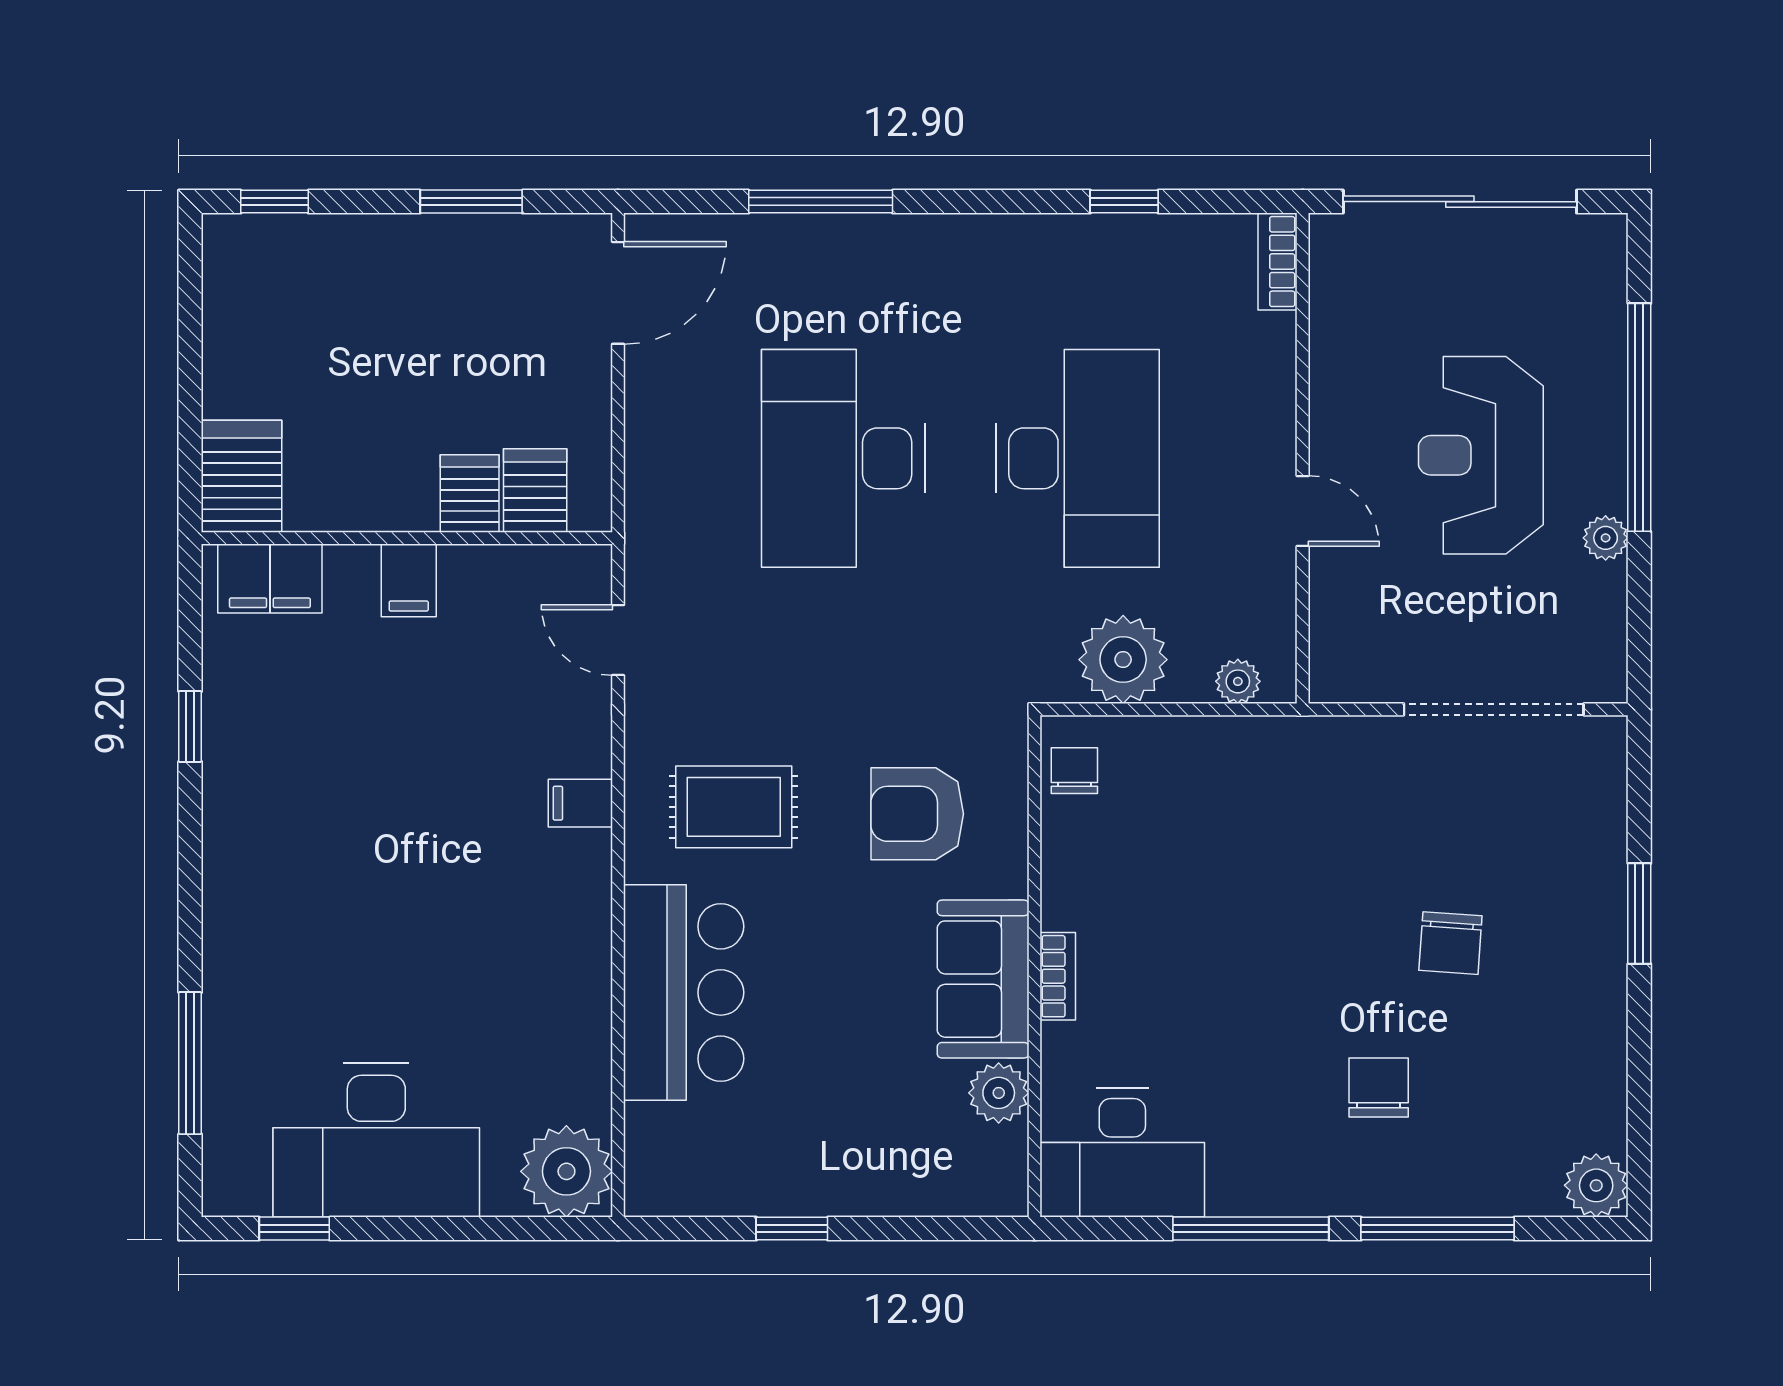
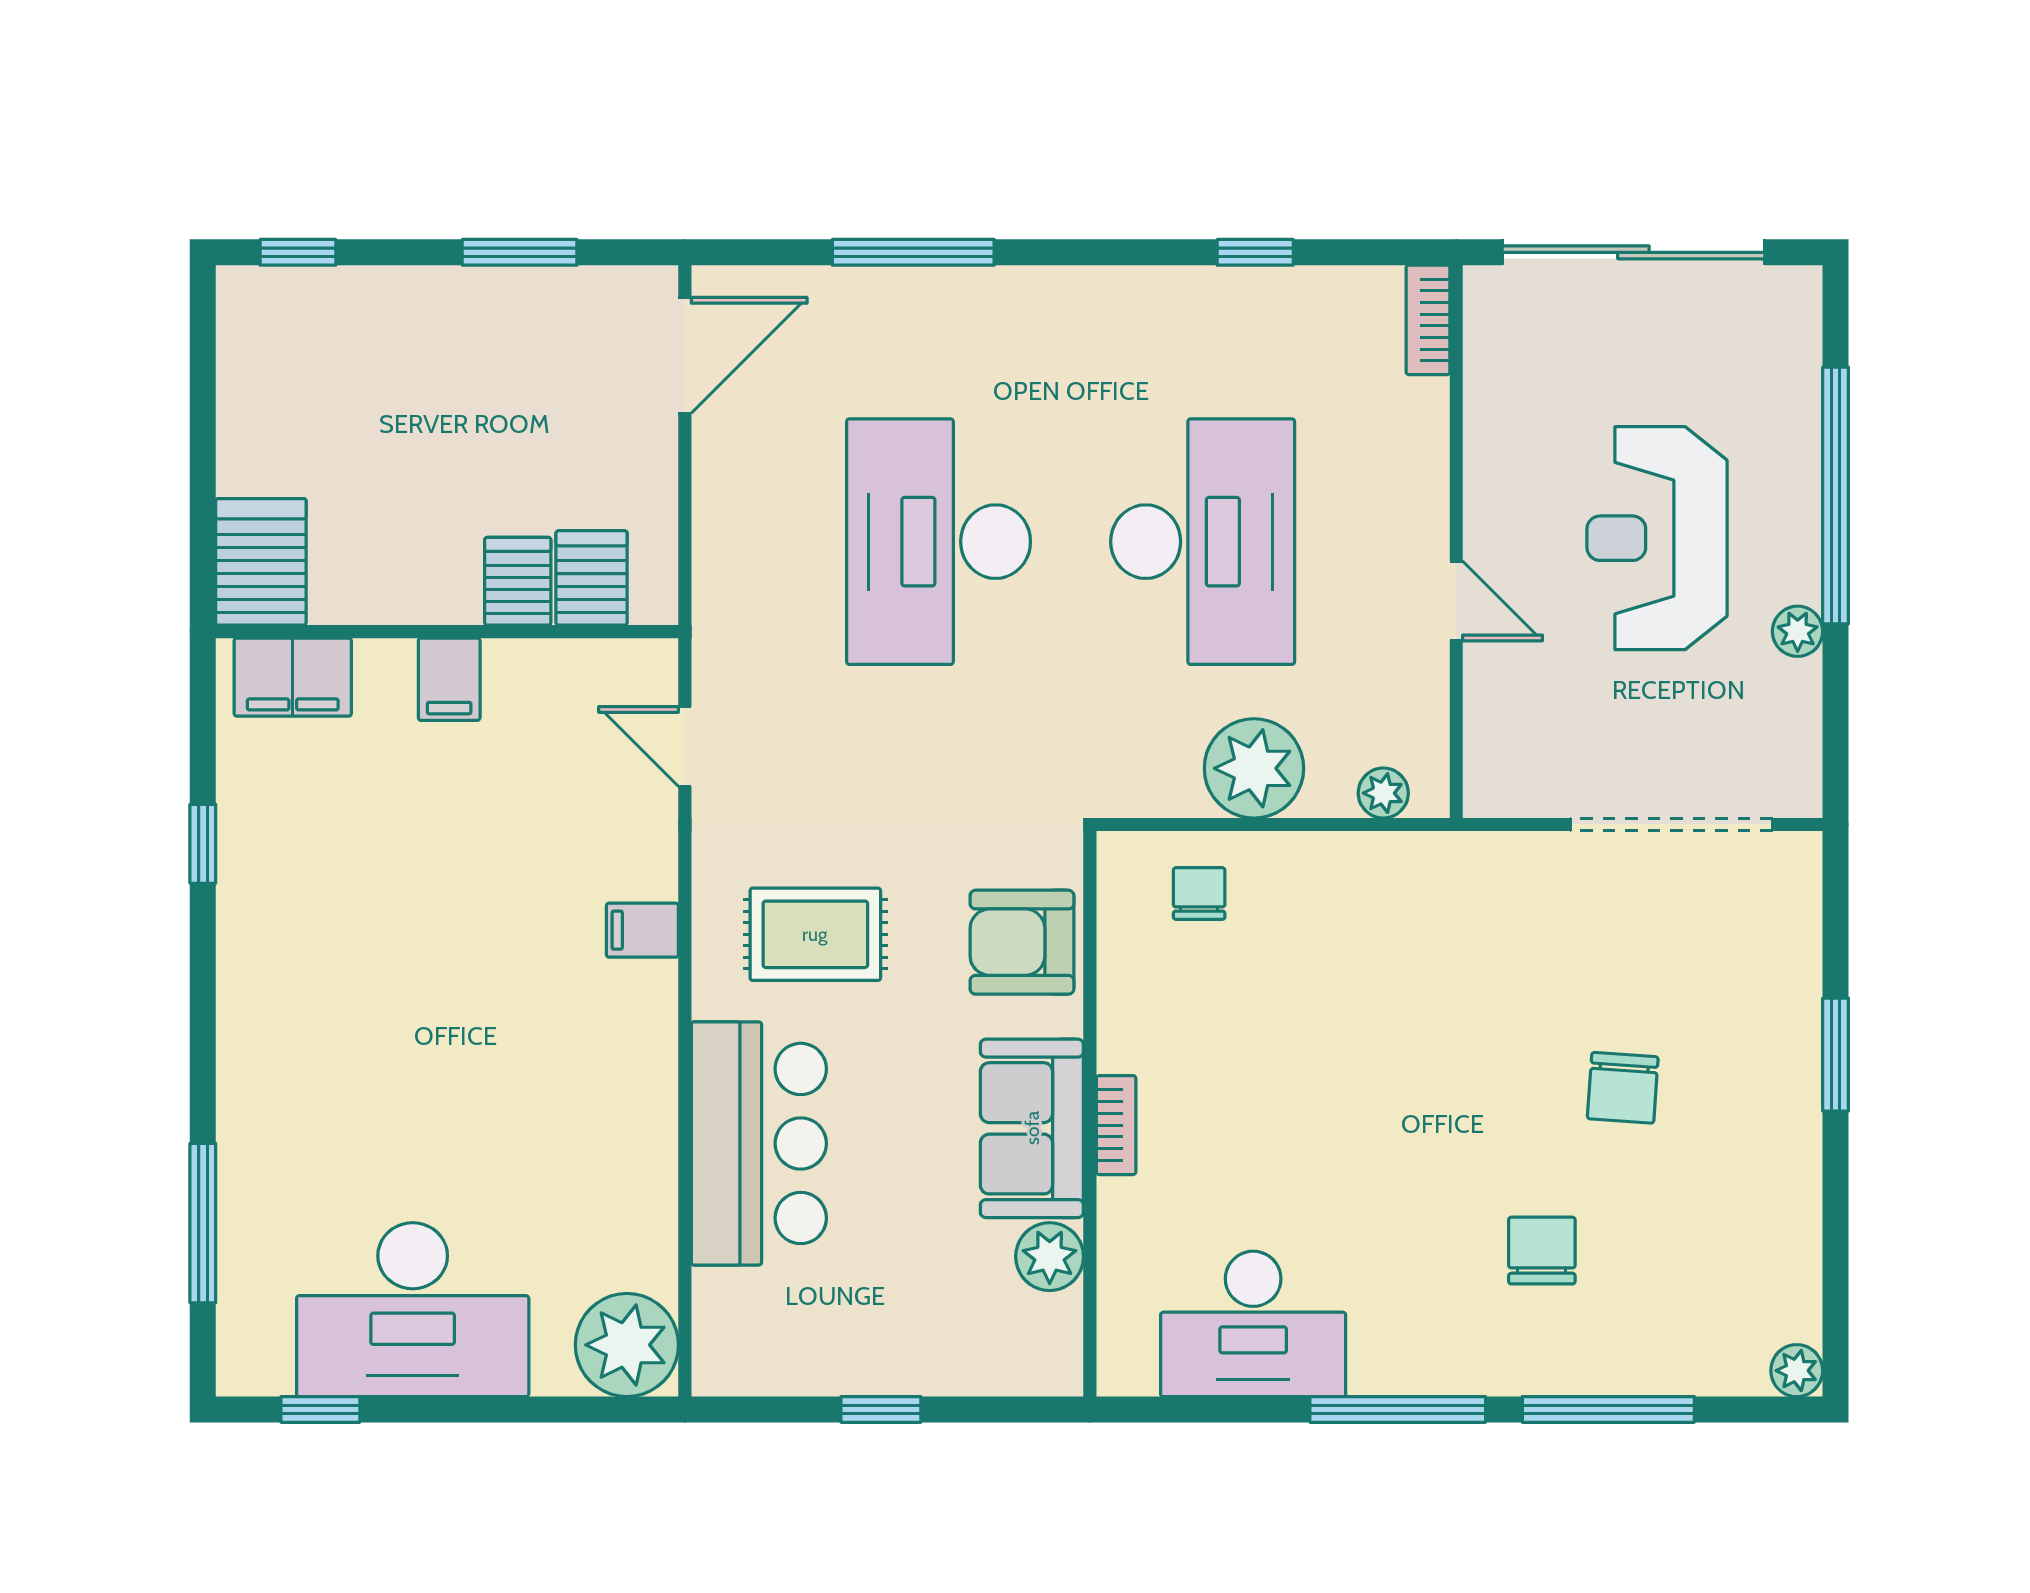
wall: (1034, 966) -> (1090, 1114), moved
bookcase: (1058, 976) -> (1116, 1125), moved
sofa: (983, 979) -> (1032, 1128), moved
plant: (999, 1093) -> (1050, 1257), moved
plant: (1596, 1185) -> (1797, 1371), width x0.73, depth x0.73

